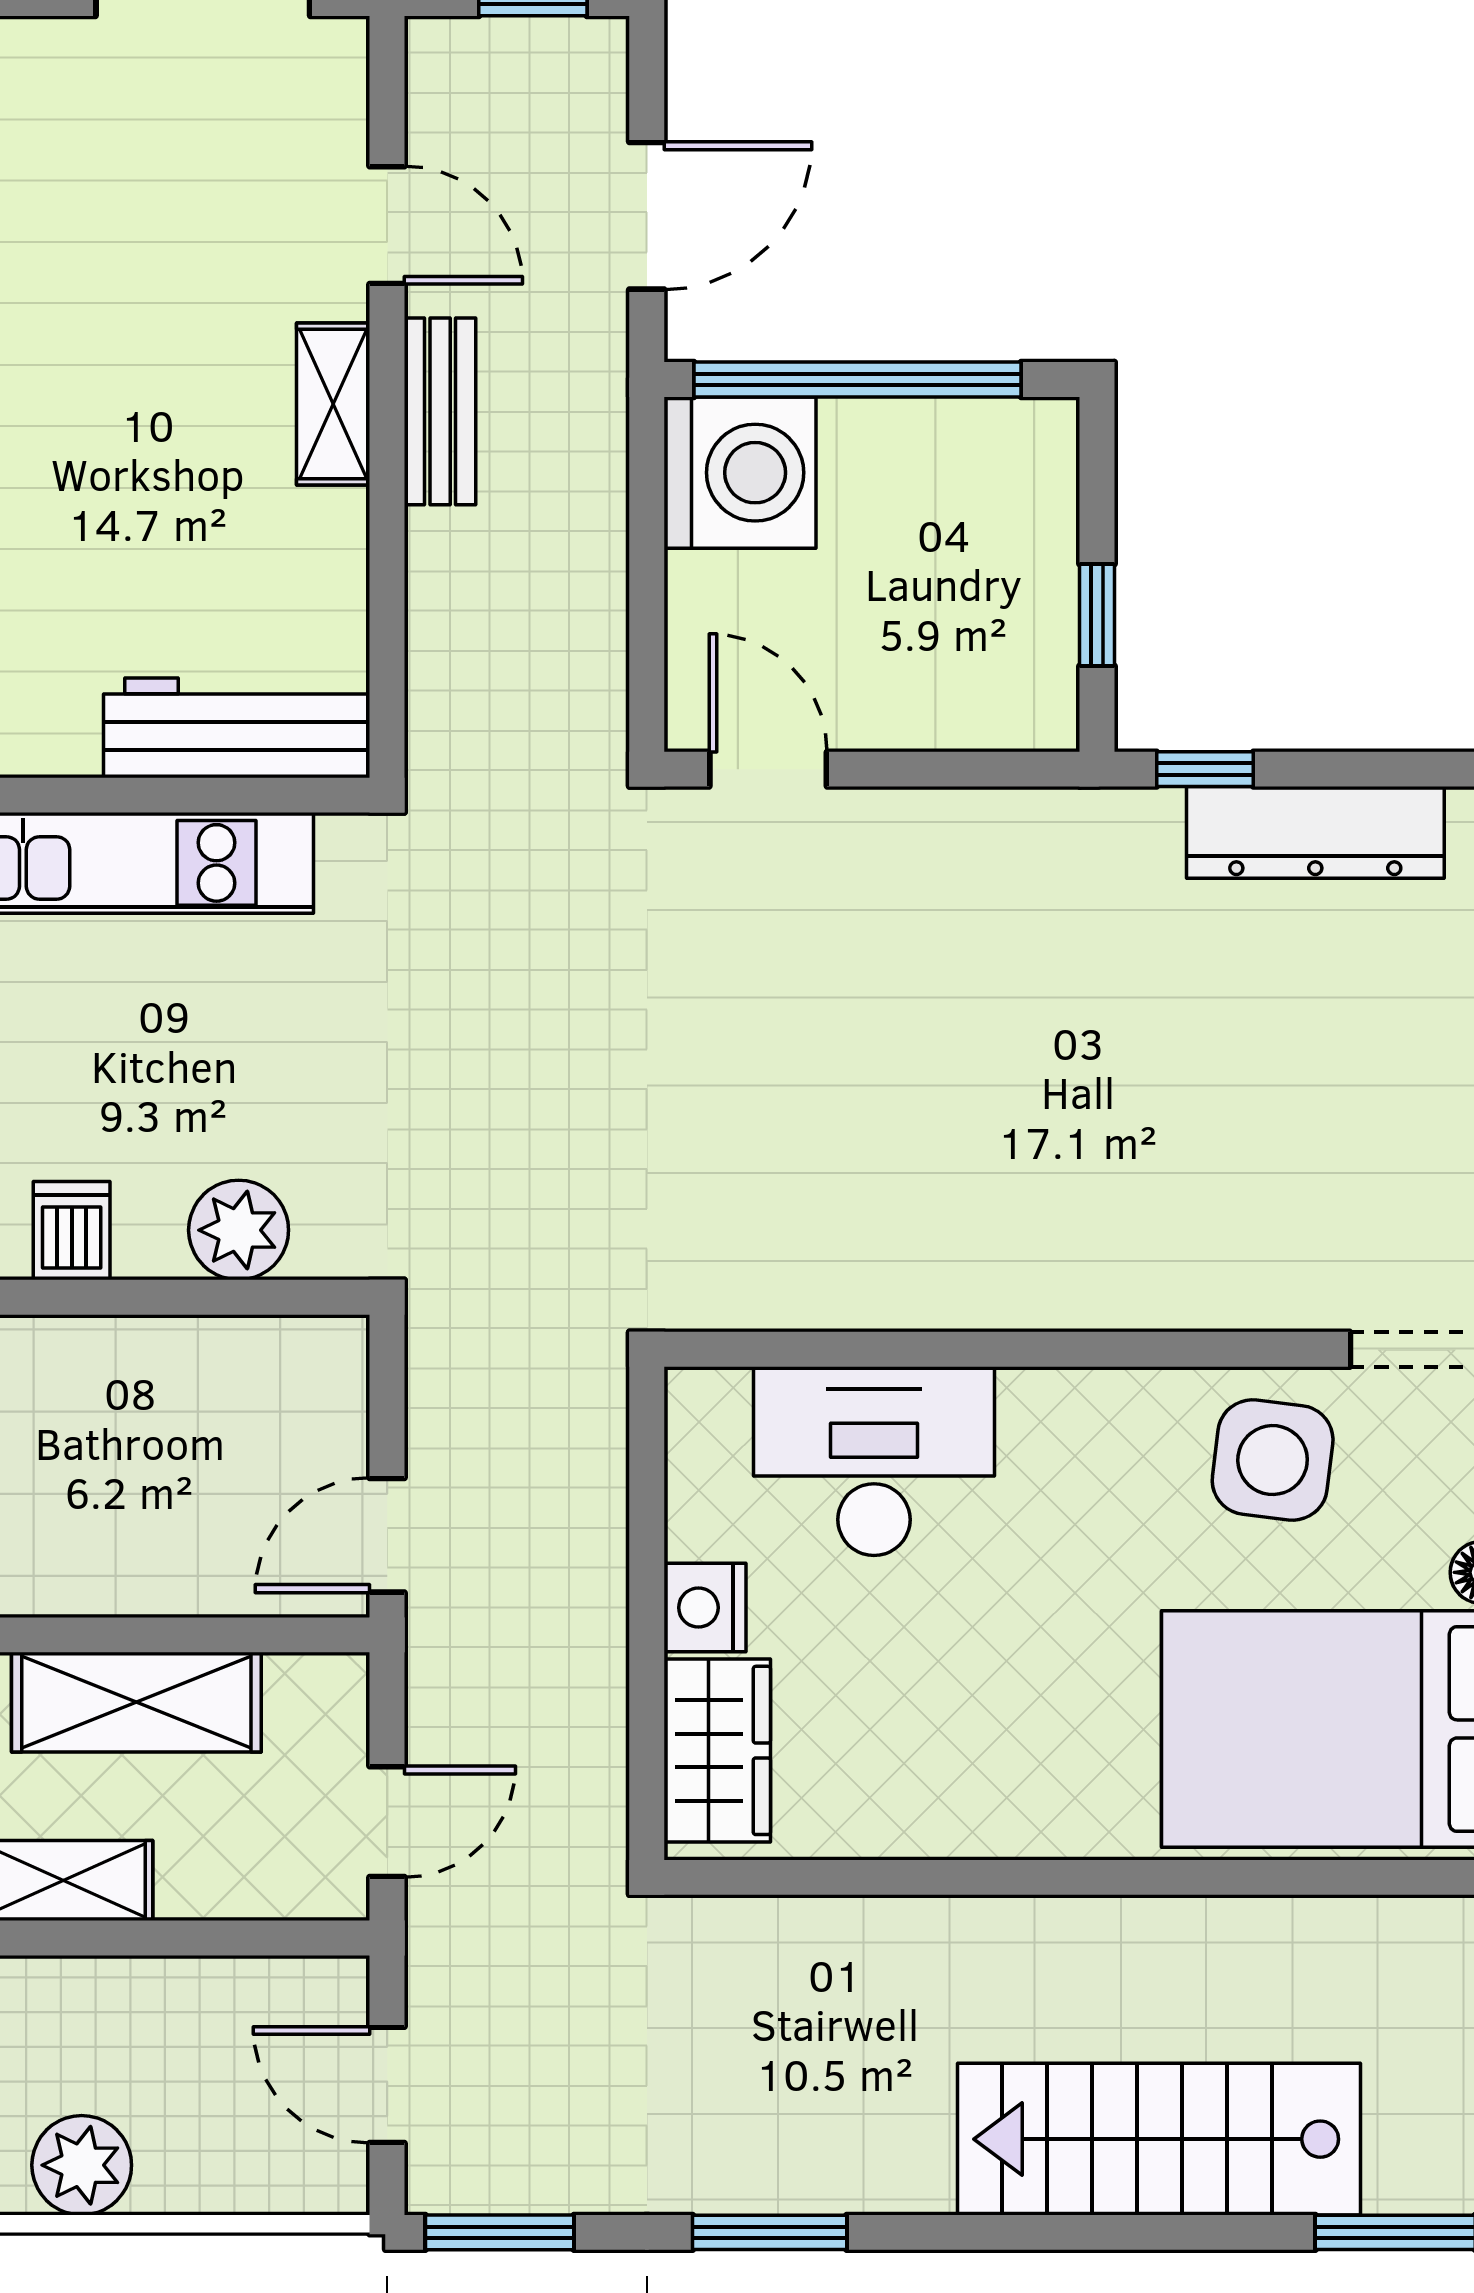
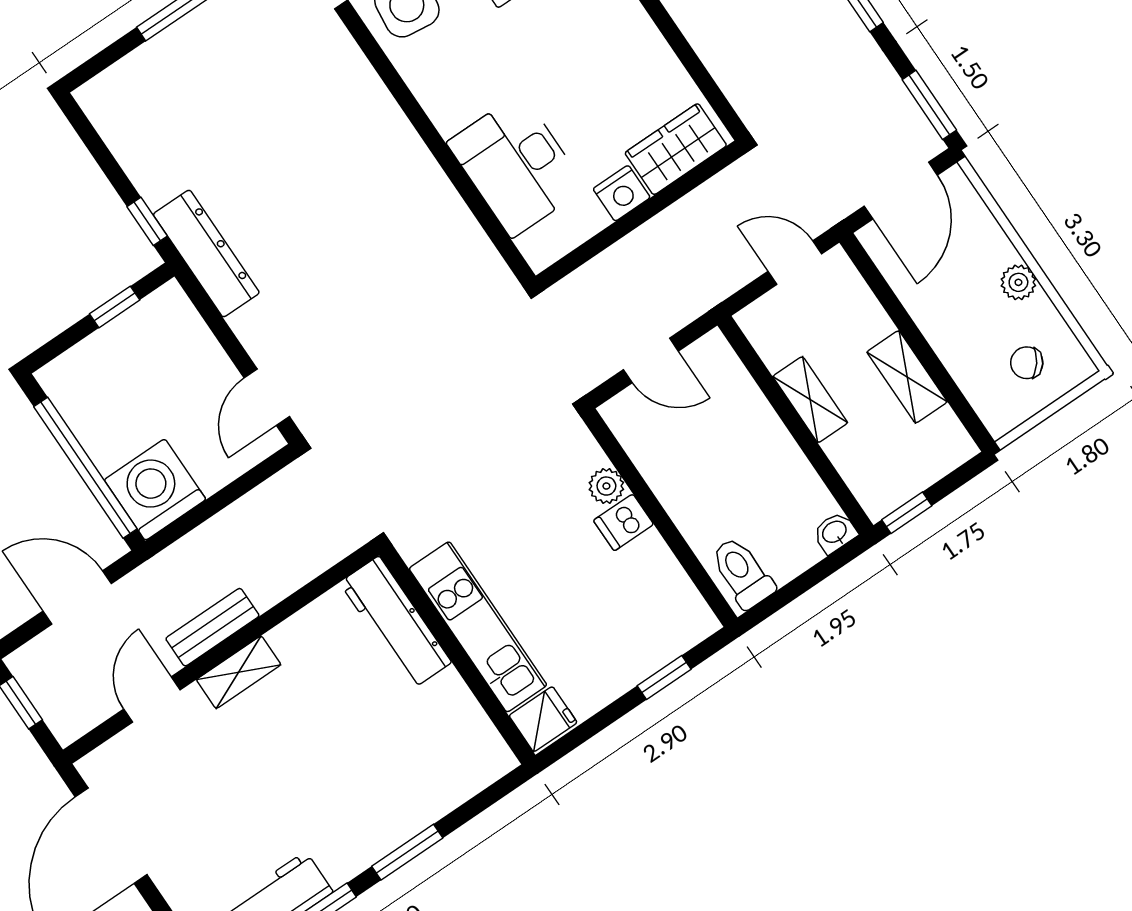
dresser: (1315, 832) -> (206, 254), moved
plant: (239, 1230) -> (606, 486), width x0.73, depth x0.73
dishwasher: (72, 1231) -> (623, 522), moved
door: (387, 1535) -> (651, 360), moved
shelving: (136, 1702) -> (810, 400), width x0.67, depth x0.75
door: (387, 2085) -> (901, 191), width x1.38
plant: (82, 2165) -> (1018, 282), width x0.73, depth x0.73

